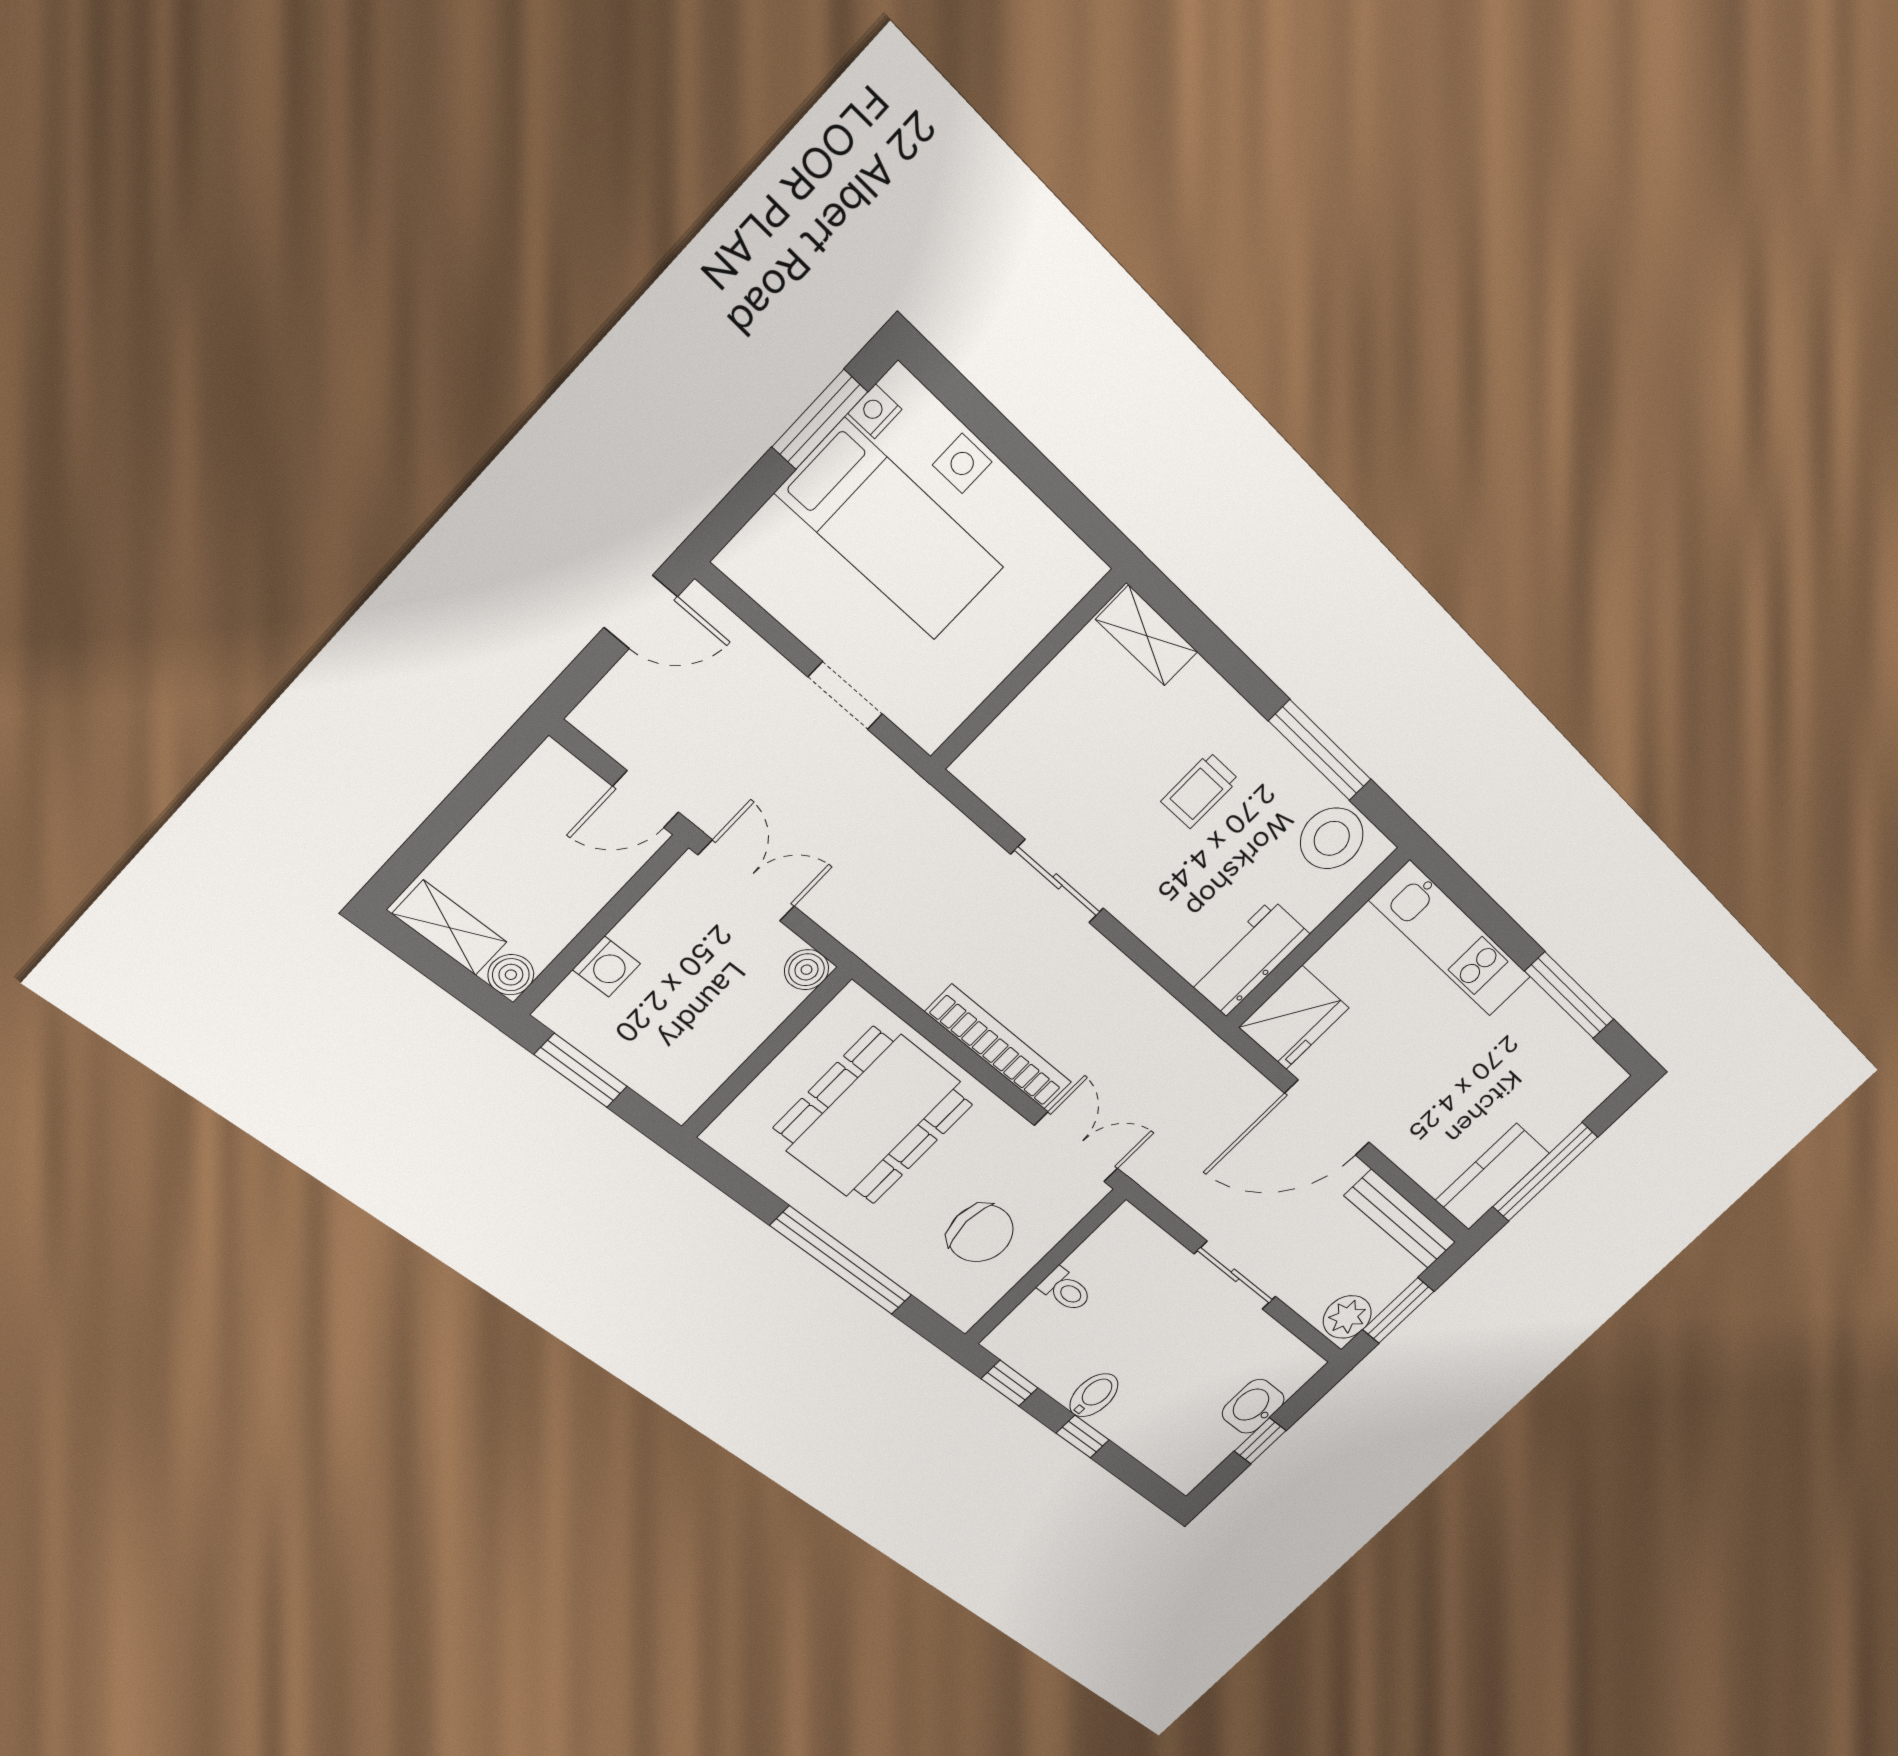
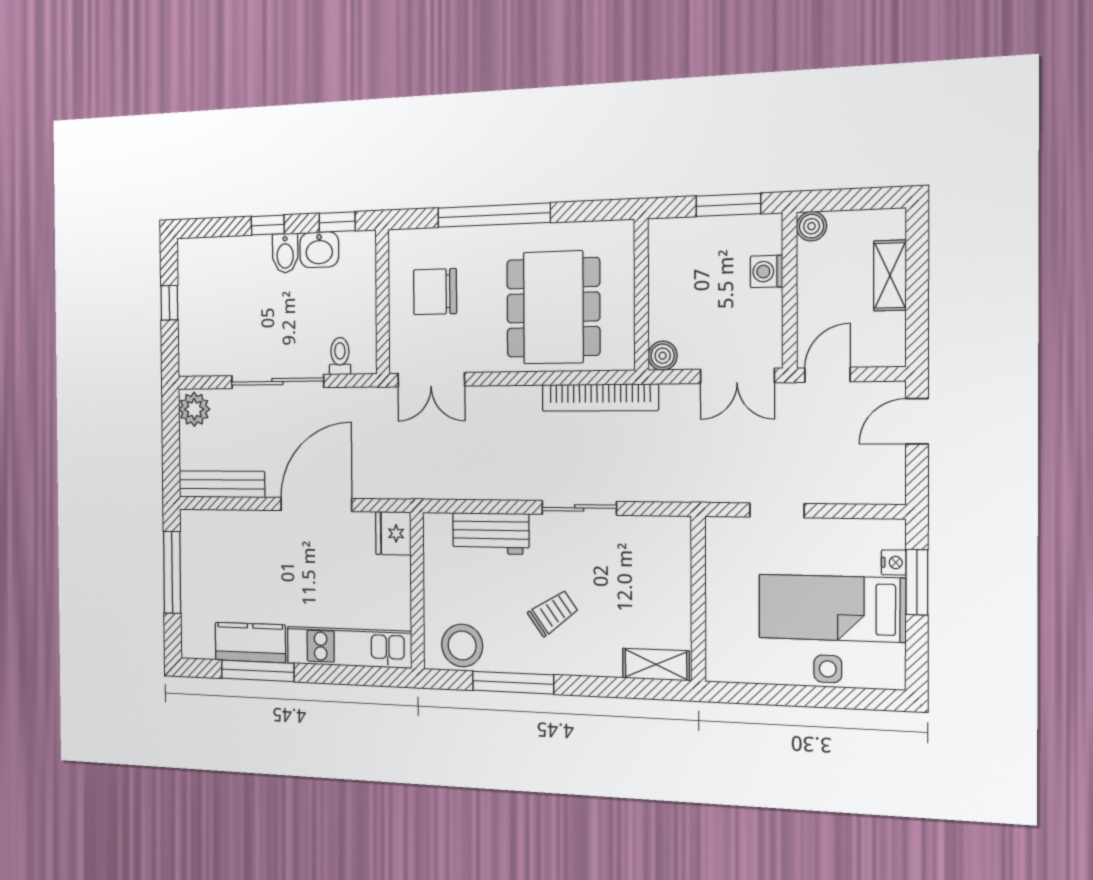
nightstand: (875, 411) -> (894, 562), moved
window: (820, 419) -> (917, 582), moved
door: (641, 612) -> (917, 421), moved
trolley: (1200, 790) -> (553, 613), turned 55
shelving: (450, 928) -> (890, 275), moved, turned 90
workbench: (1249, 958) -> (491, 533), moved, turned 90
fridge: (1294, 1018) -> (393, 533), width x0.73, depth x0.75
bookcase: (999, 1047) -> (600, 398), moved
kitchen counter: (1492, 1177) -> (250, 642), moved, turned -90
sliding door: (1235, 1275) -> (277, 382), width x1.37
toilet: (1066, 1290) -> (340, 356), moved, turned 90
window: (1398, 1311) -> (171, 435), removed
washbasin: (1253, 1406) -> (319, 250), moved, turned 90

